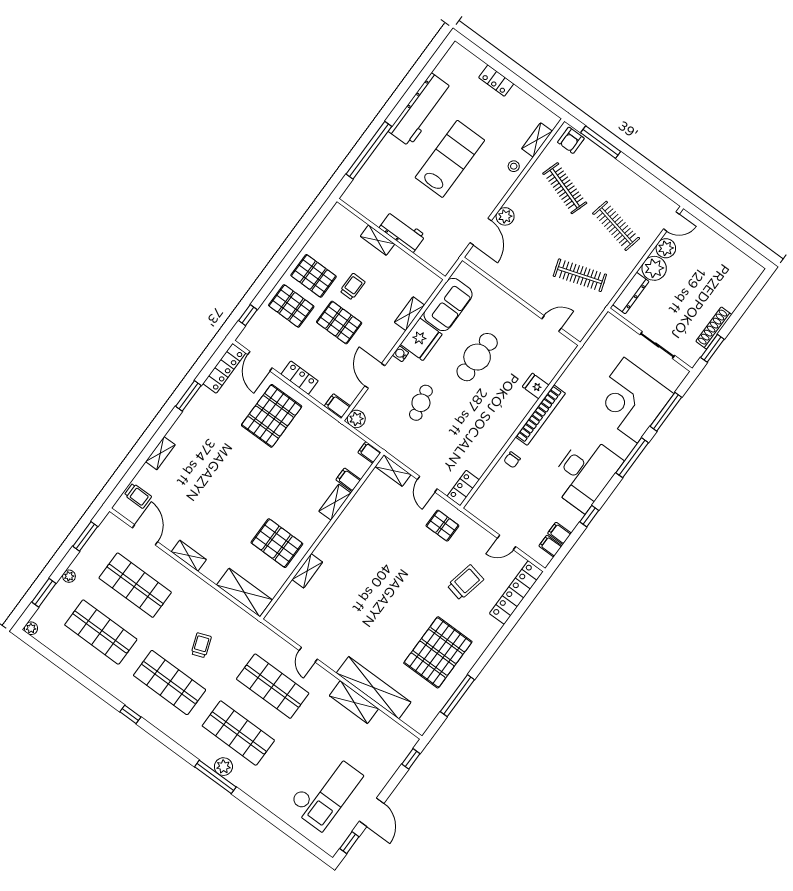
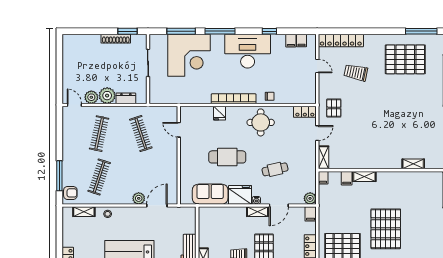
dresser: (631, 293) -> (126, 98), width x0.70
shelving: (410, 314) -> (257, 212), moved
round table: (489, 427) -> (261, 122), added
pallet: (277, 543) -> (386, 229), moved, width x1.37, depth x1.41

